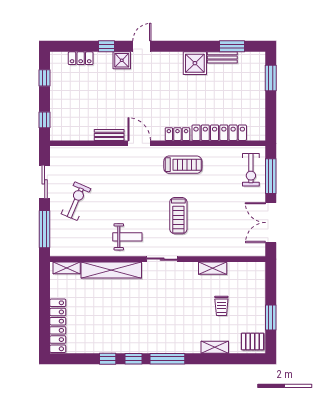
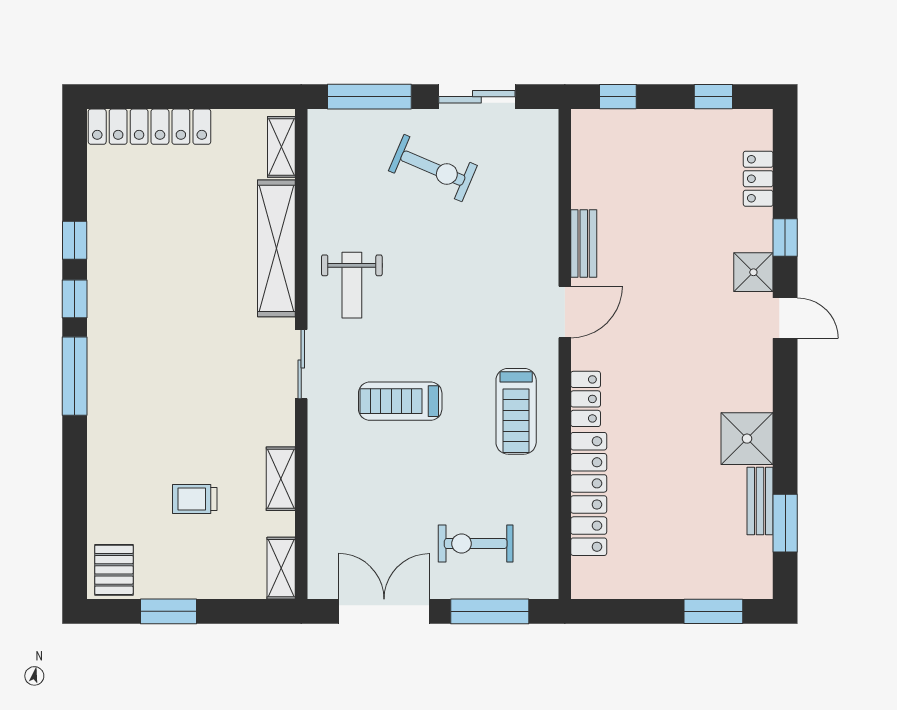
exercise bike: (251, 170) -> (476, 544), moved
shelving: (215, 347) -> (281, 568), moved

